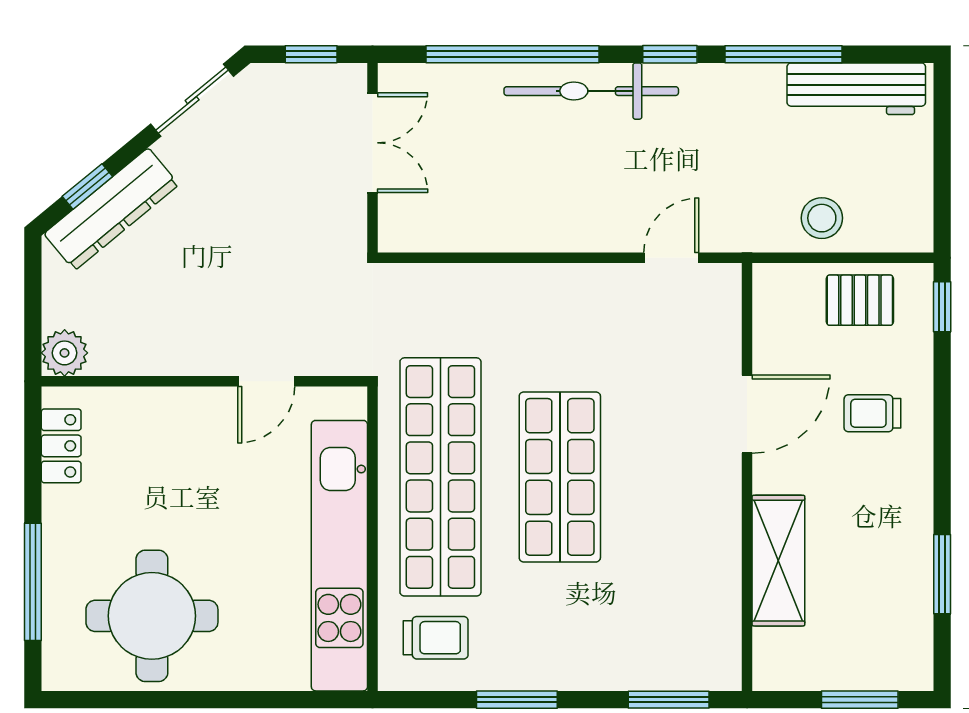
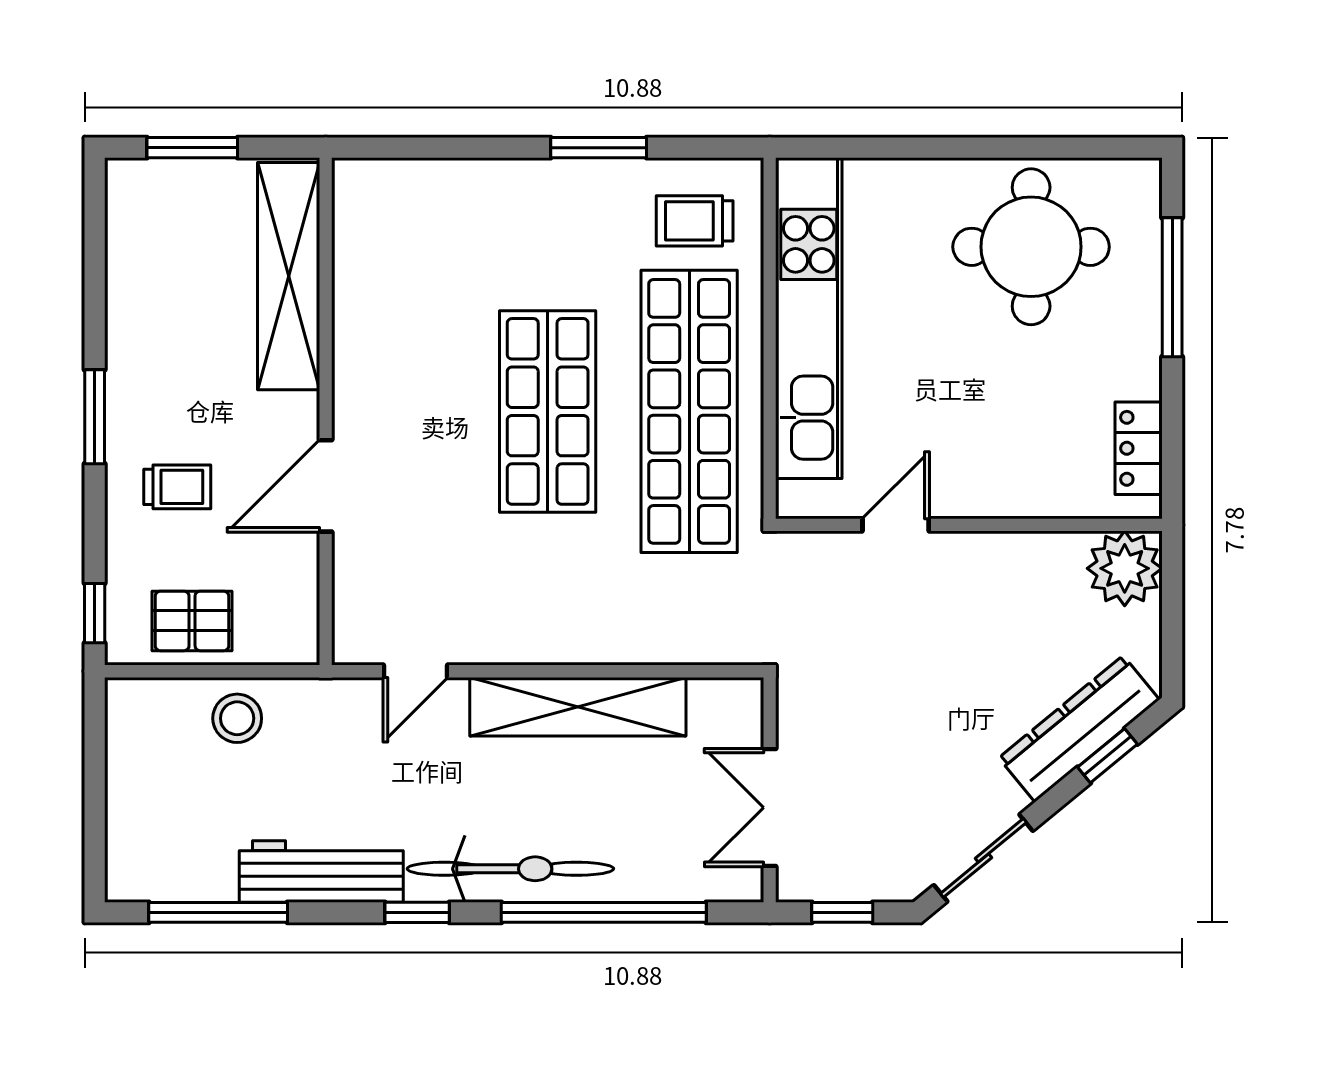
window: (783, 54) -> (218, 912), moved
workbench: (856, 89) -> (321, 871), moved
shelving: (534, 228) -> (578, 707), added
plant: (65, 353) -> (1125, 568), width x1.36, depth x1.36
shelving: (778, 561) -> (289, 276), width x1.47
window: (942, 574) -> (95, 417), moved
window: (669, 700) -> (419, 148), removed

